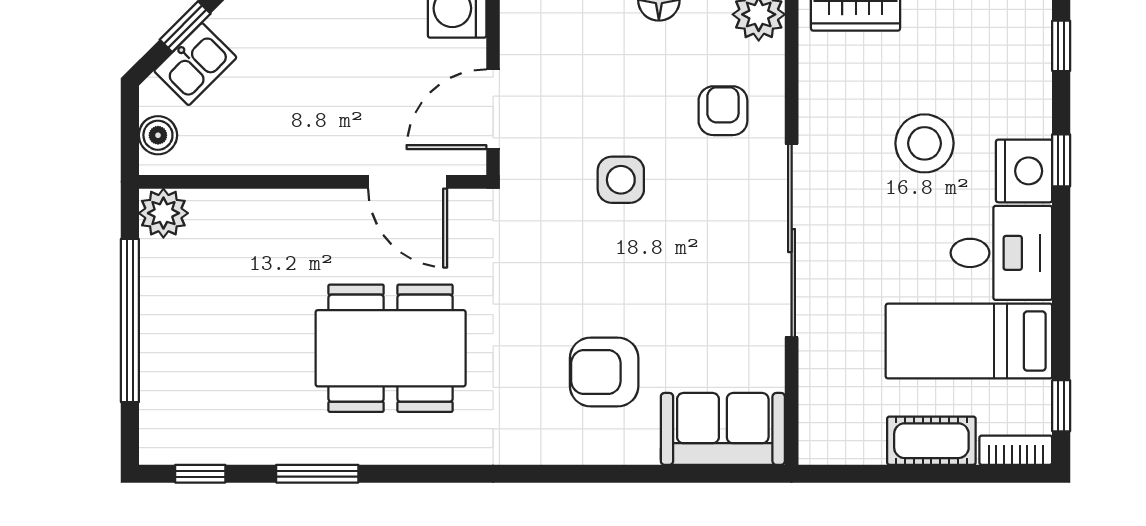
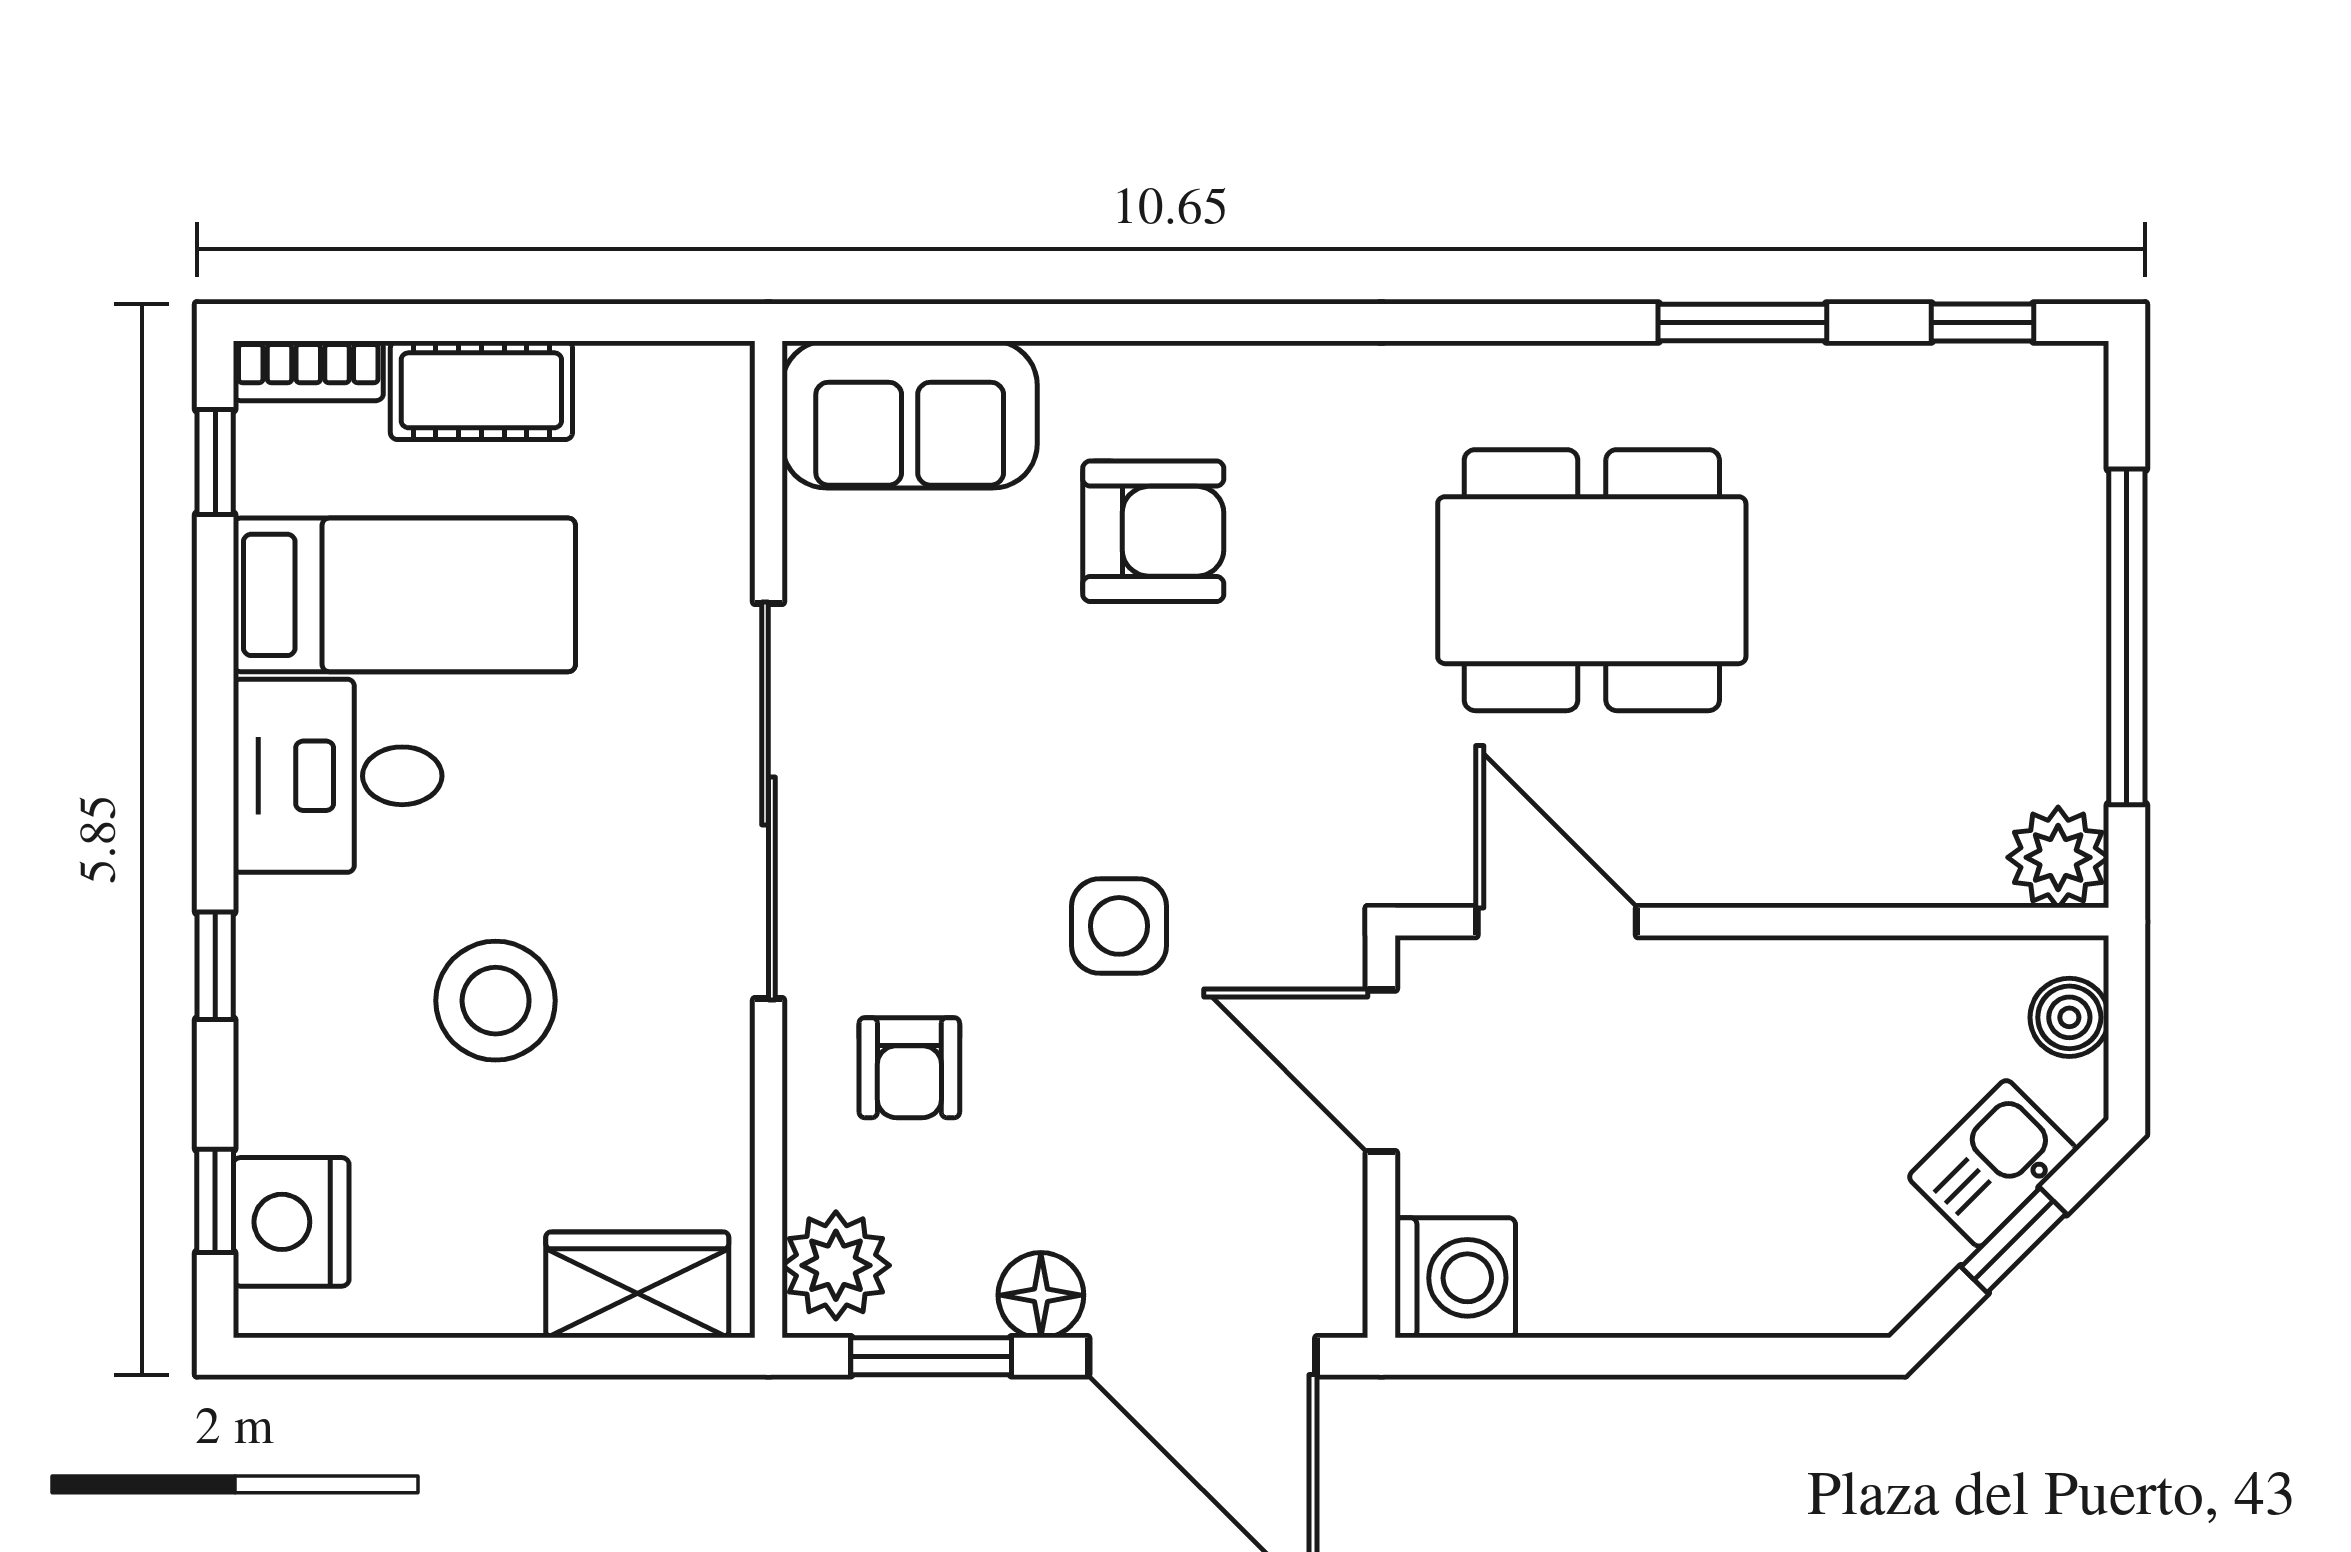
door: (493, 109) -> (1381, 1071), swing flipped
nightstand: (1024, 171) -> (291, 1222), moved

